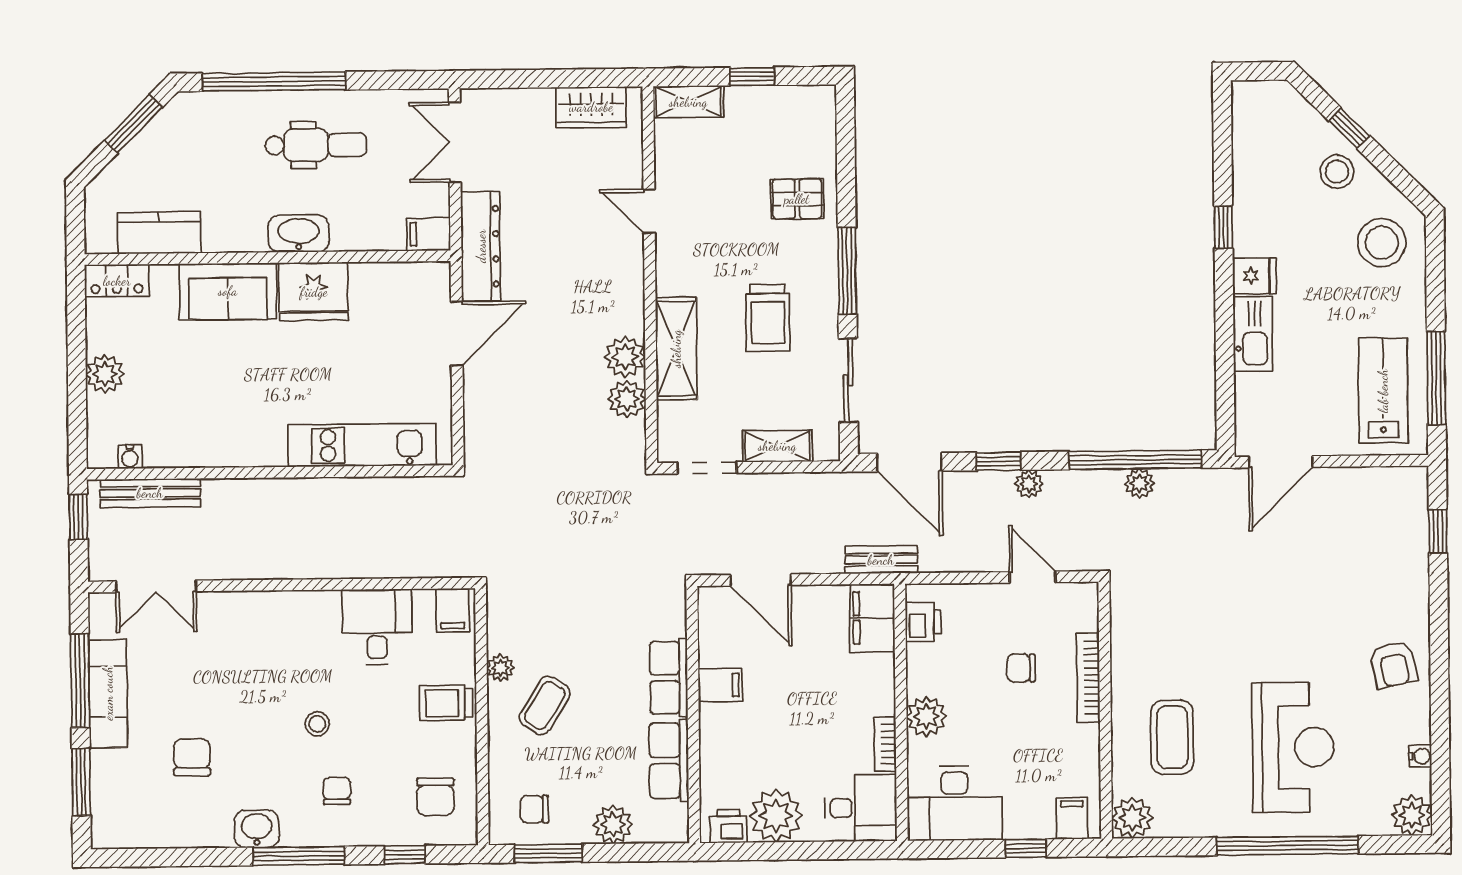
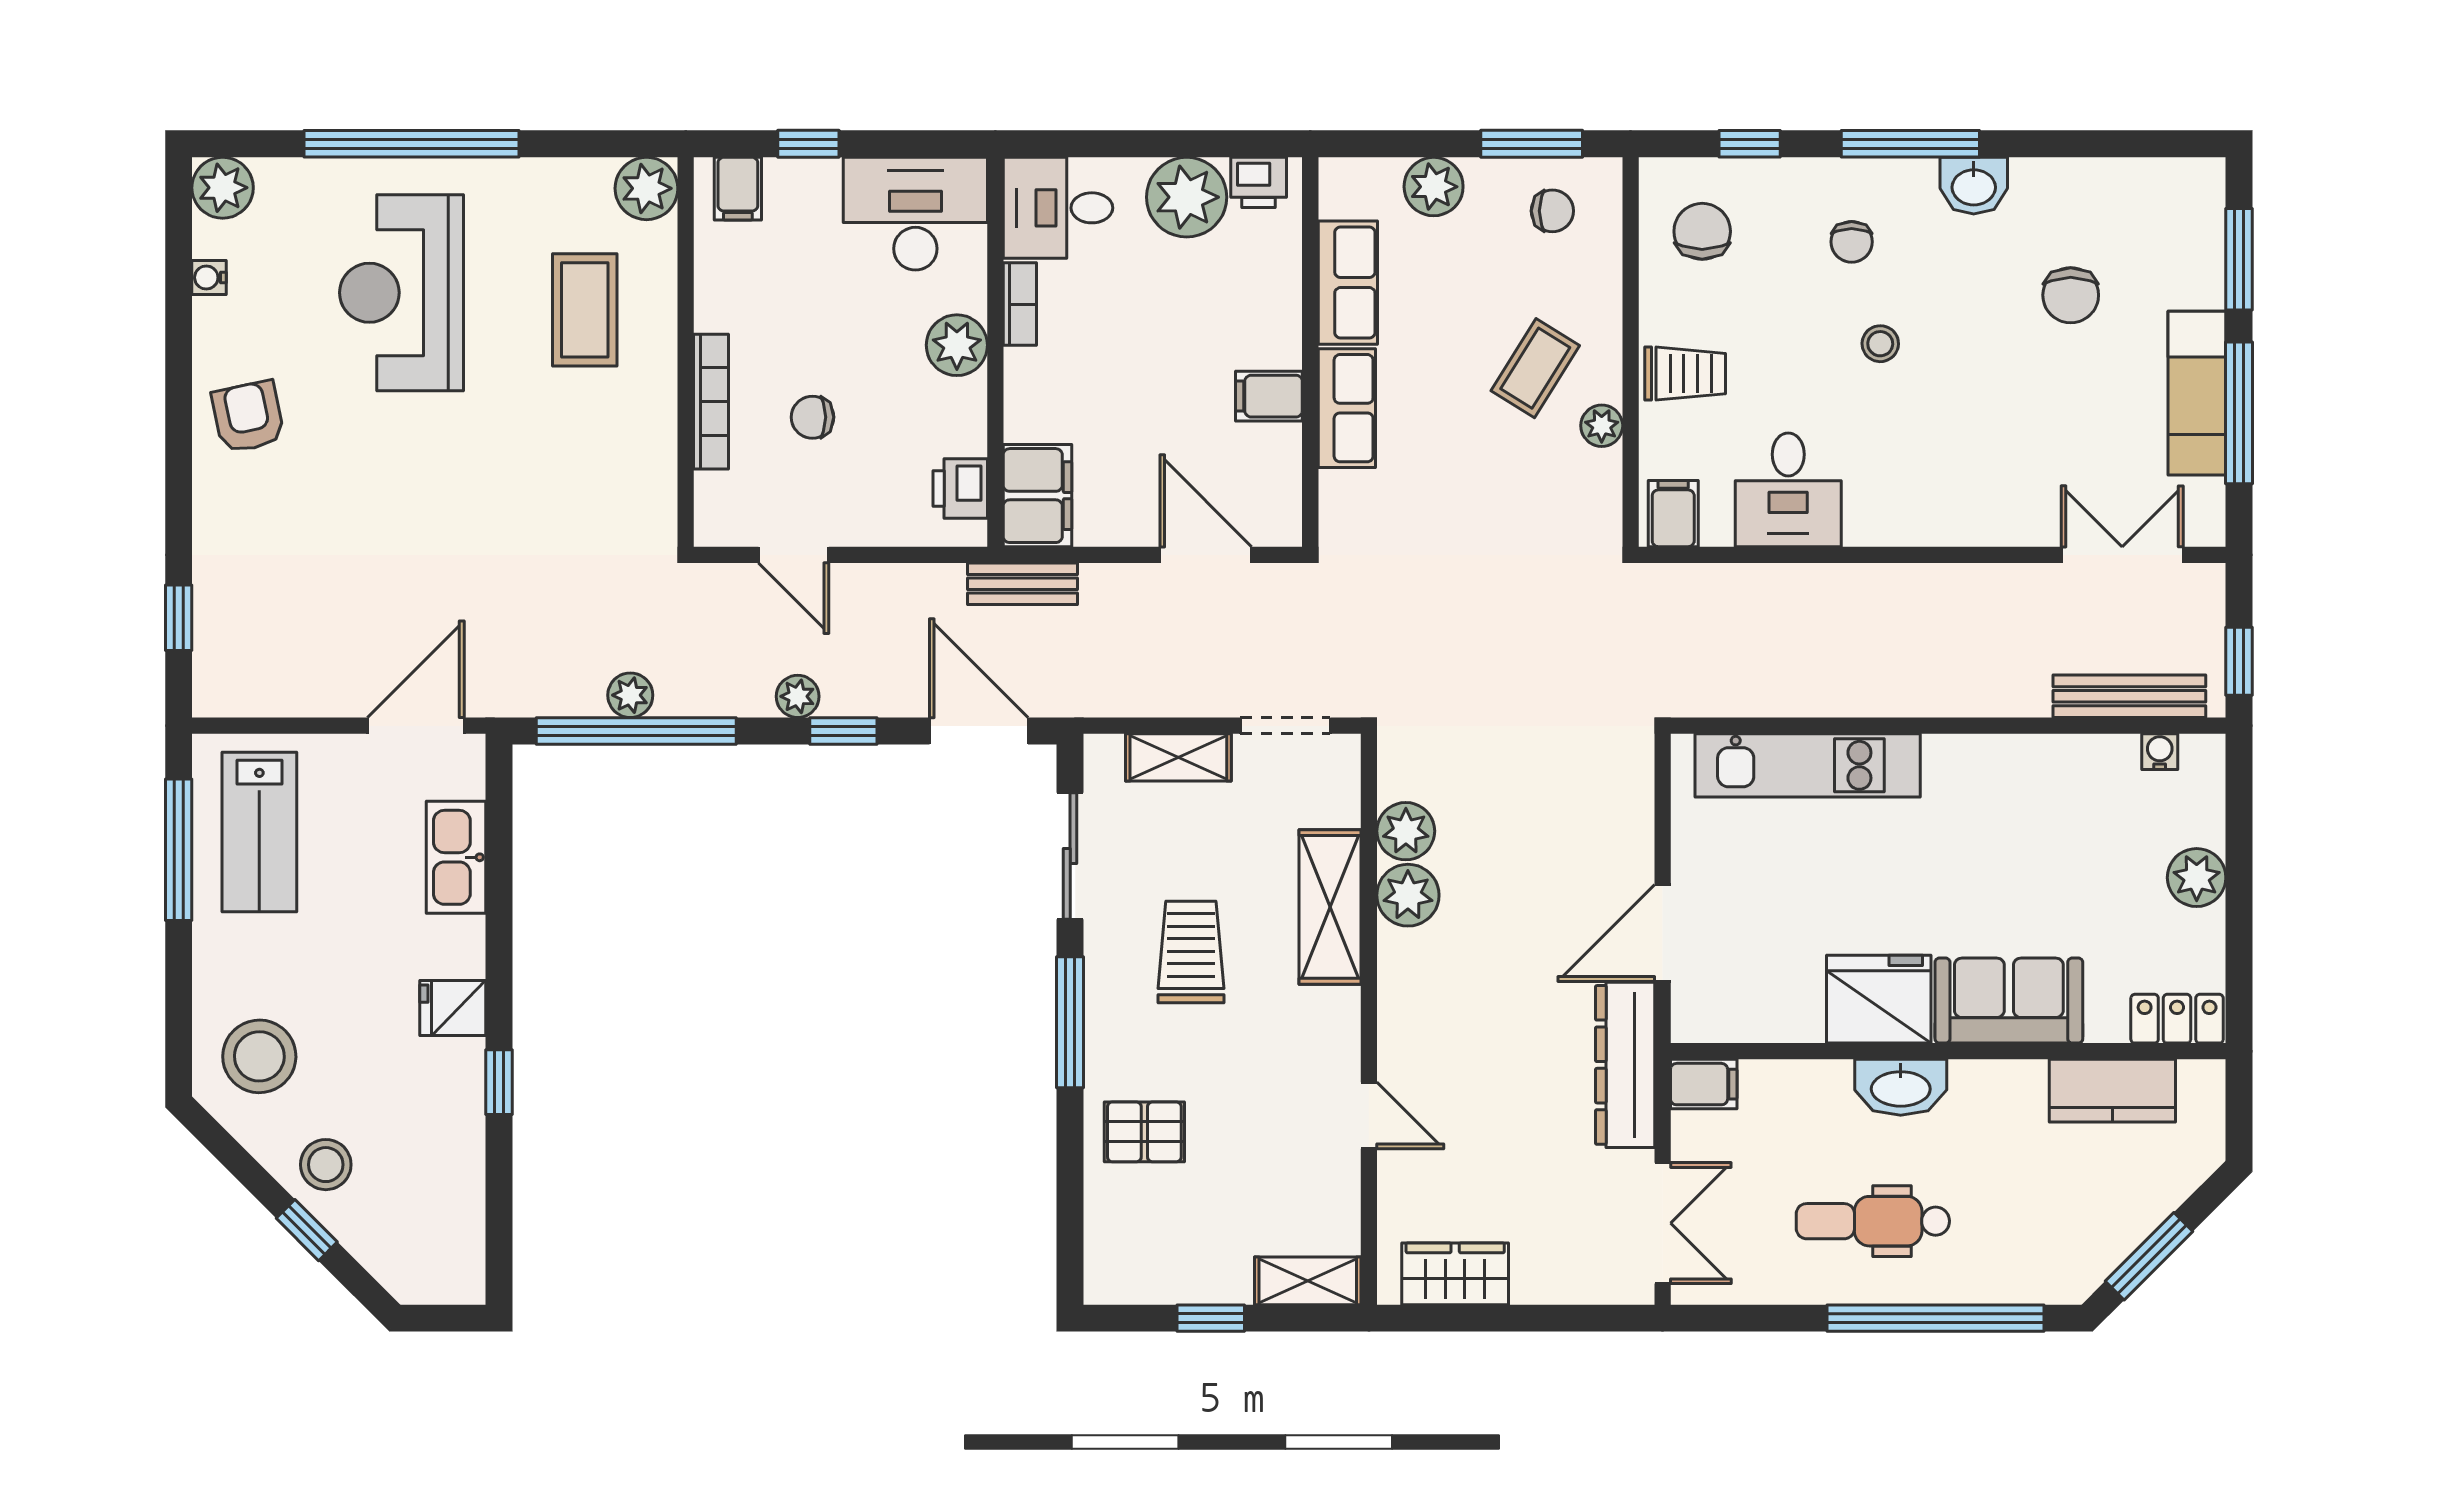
kitchen sink: (1253, 334) -> (456, 857), moved
chair: (1021, 668) -> (812, 417), turned 180

